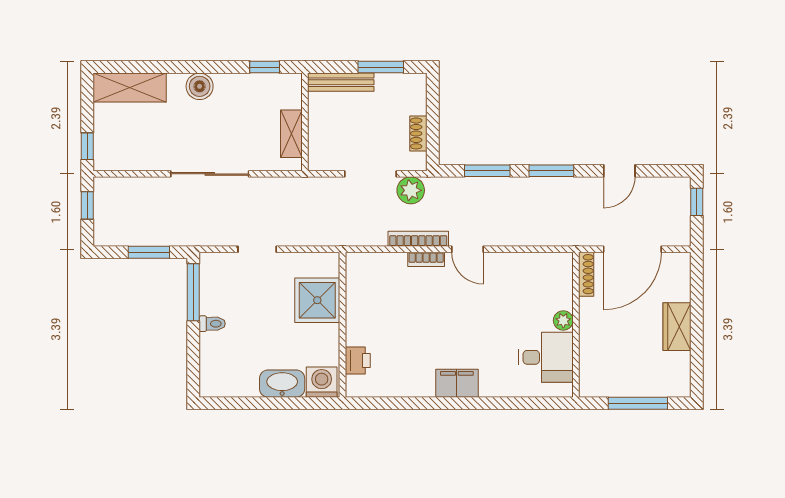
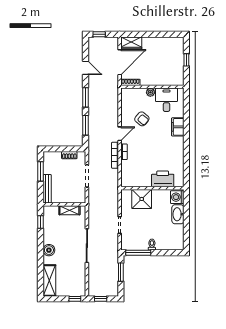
plant: (411, 190) -> (94, 158), removed
door: (632, 249) -> (120, 62), hinge flipped
armchair: (502, 301) -> (142, 119), added
wardrobe: (677, 327) -> (131, 43), moved
printer: (358, 360) -> (163, 179), width x1.87, depth x1.48
filing cabinet: (457, 383) -> (178, 127), moved
window: (638, 403) -> (186, 60), width x0.46

